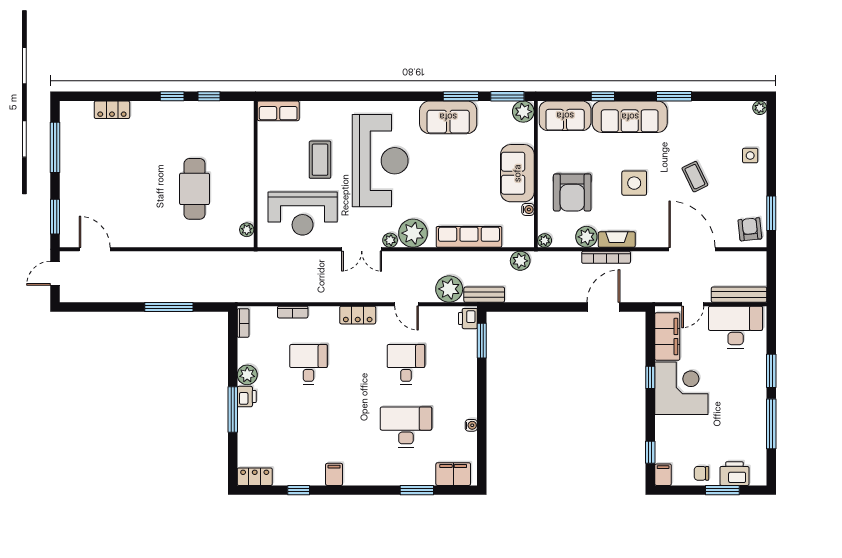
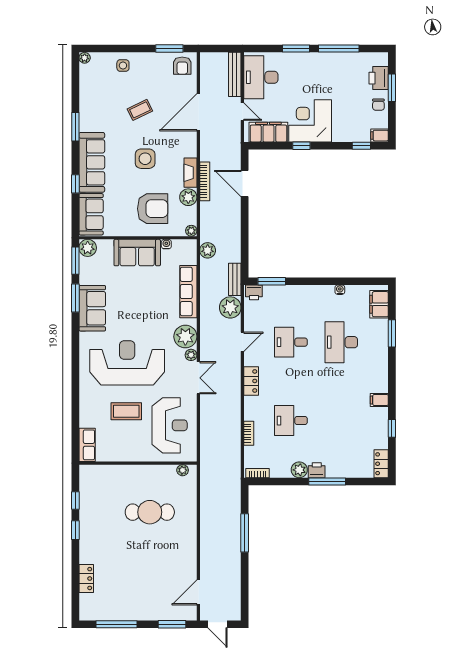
armchair: (750, 229) -> (182, 66), turned -84

